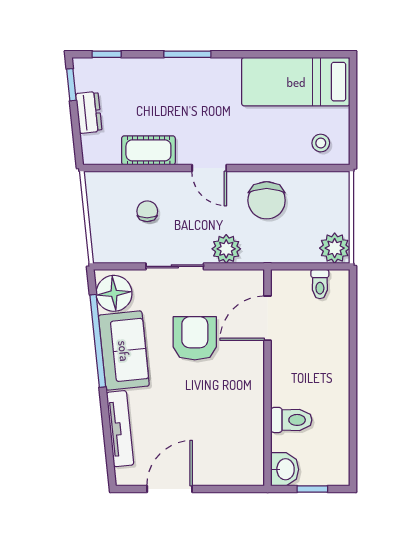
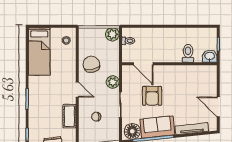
door: (209, 168) -> (77, 89), hinge flipped
chair: (267, 200) -> (91, 64), turned -102
armchair: (195, 338) -> (152, 96), turned -90

